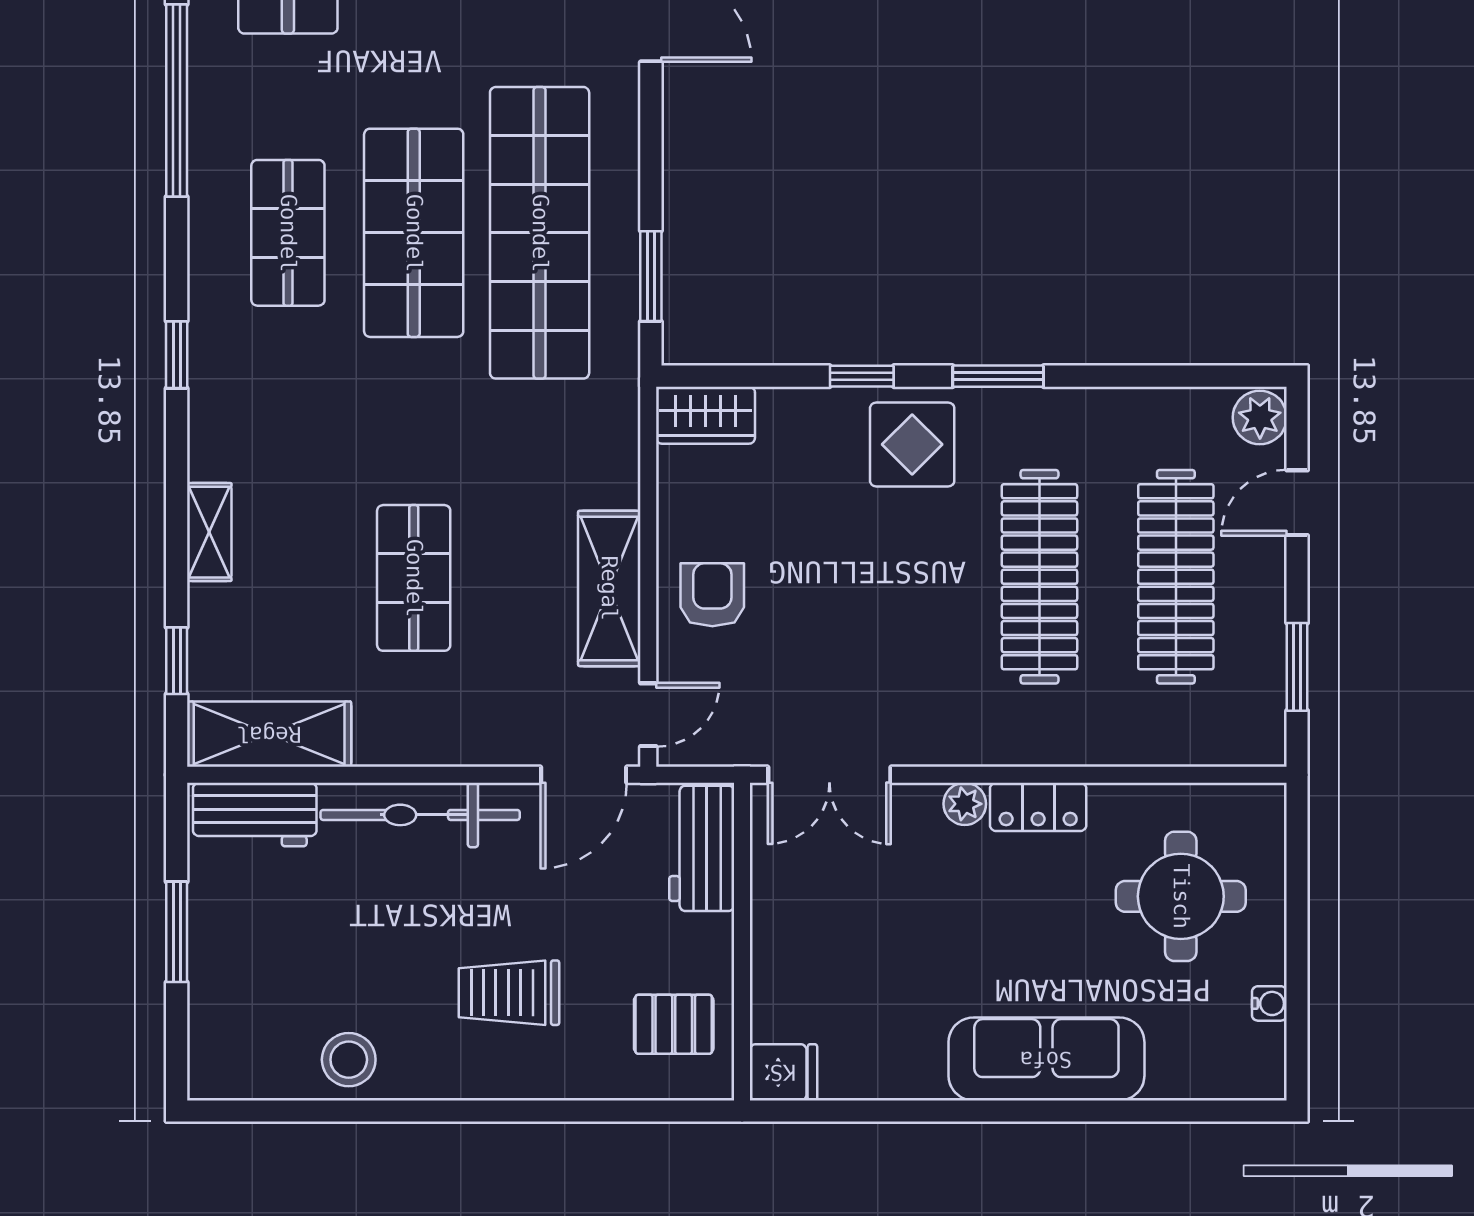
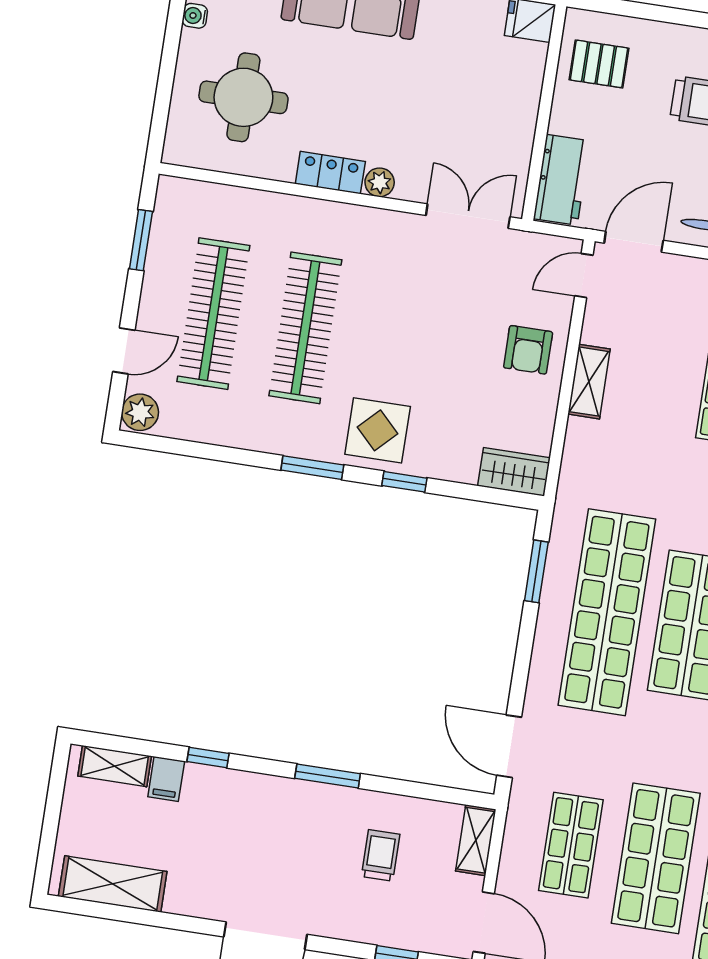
shelving: (609, 588) -> (589, 382), width x0.67, depth x0.75

